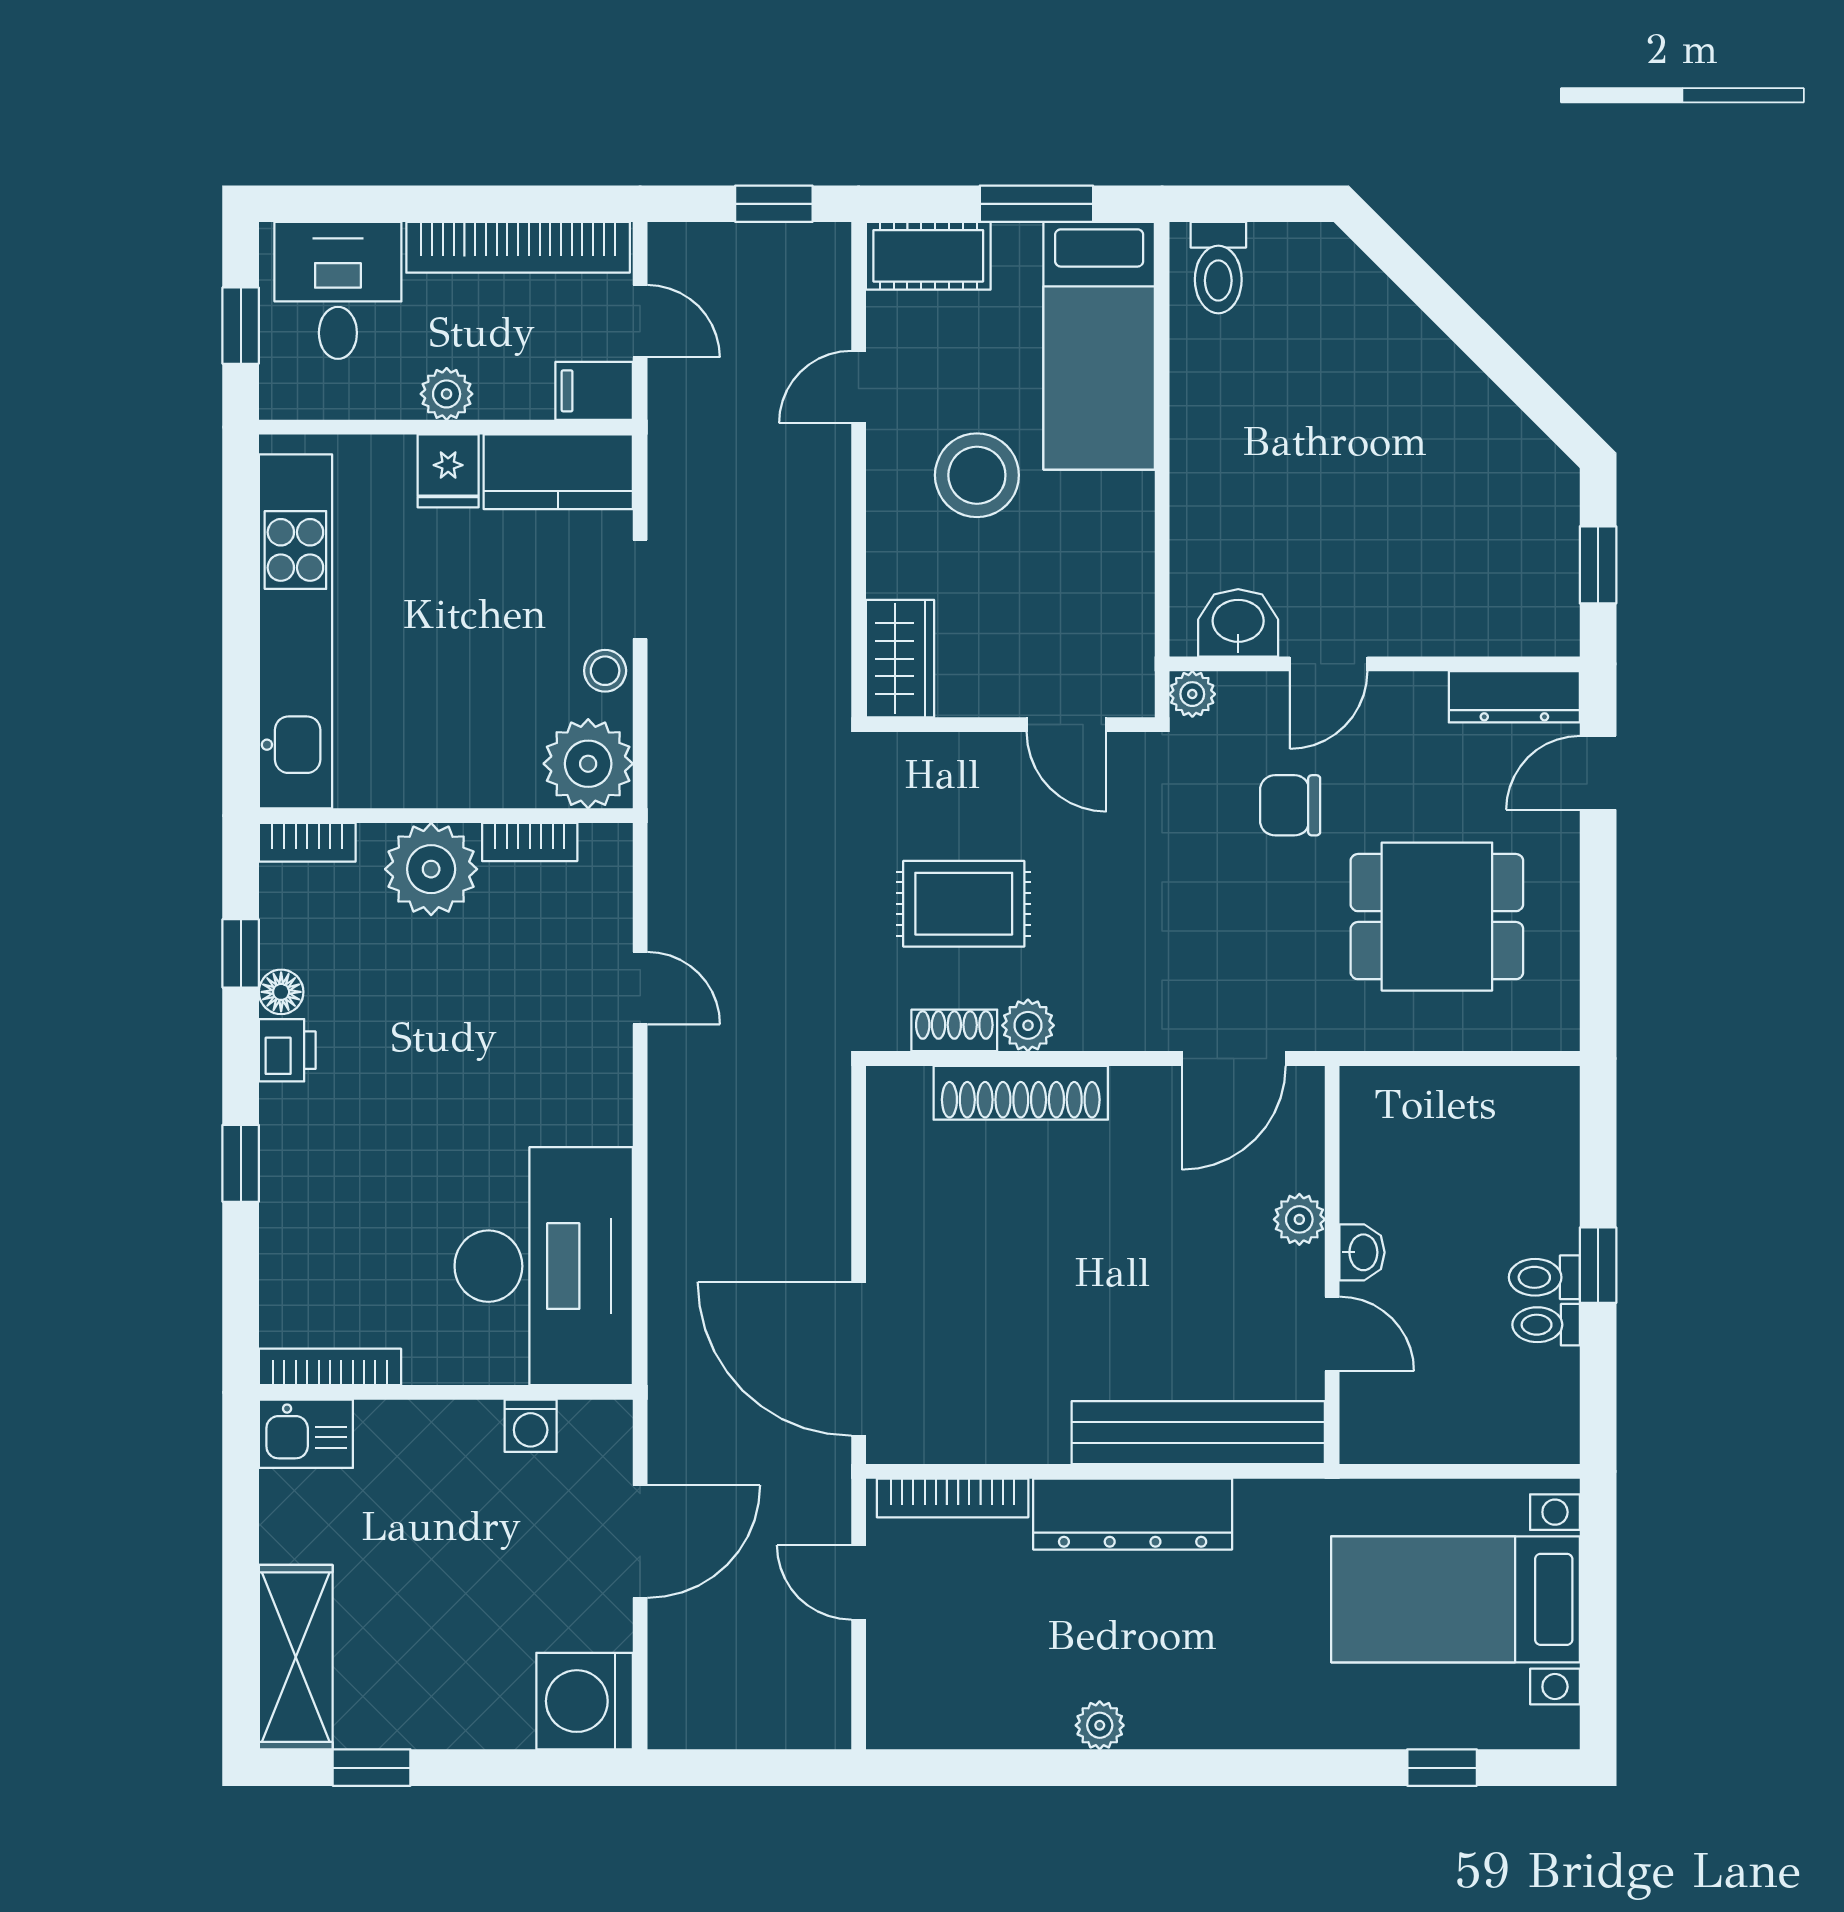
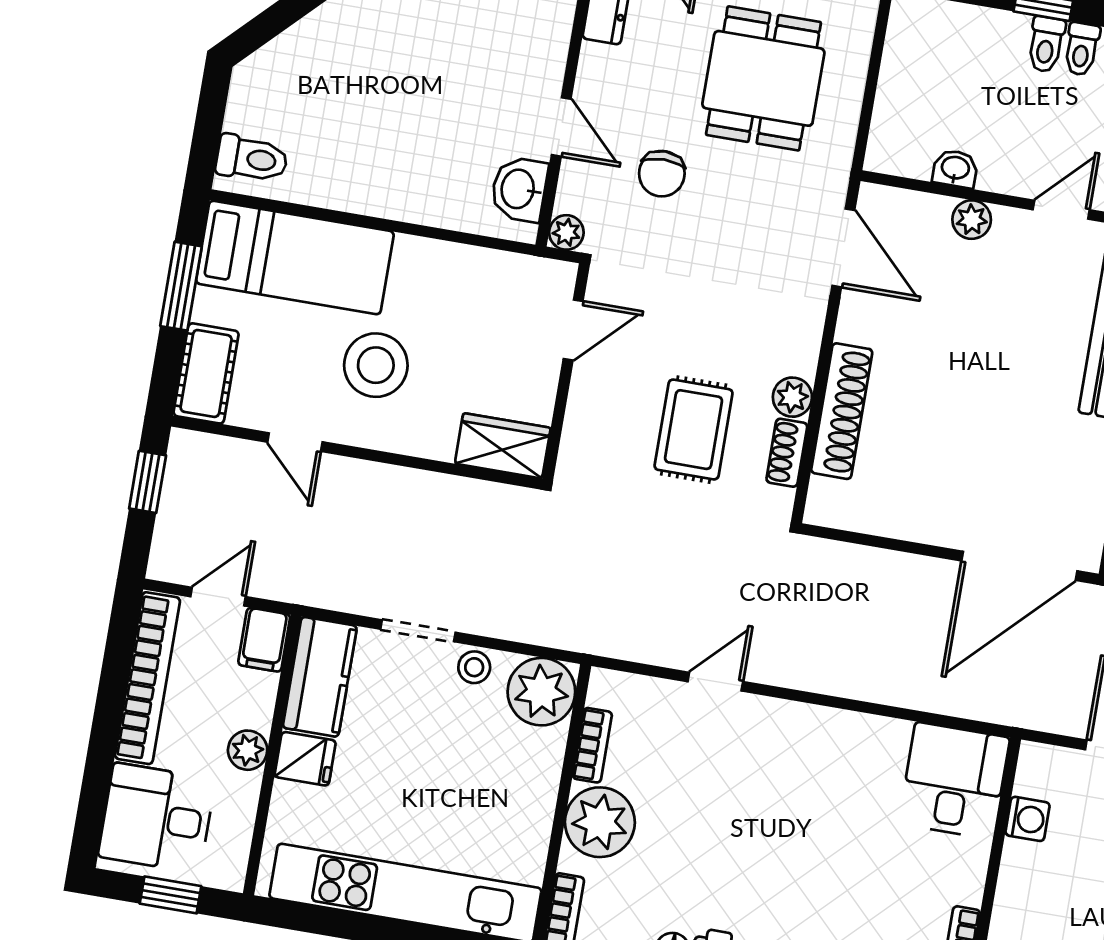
washbasin: (1362, 1252) -> (955, 169), moved
desk: (544, 1266) -> (954, 781), width x0.53, depth x0.77

